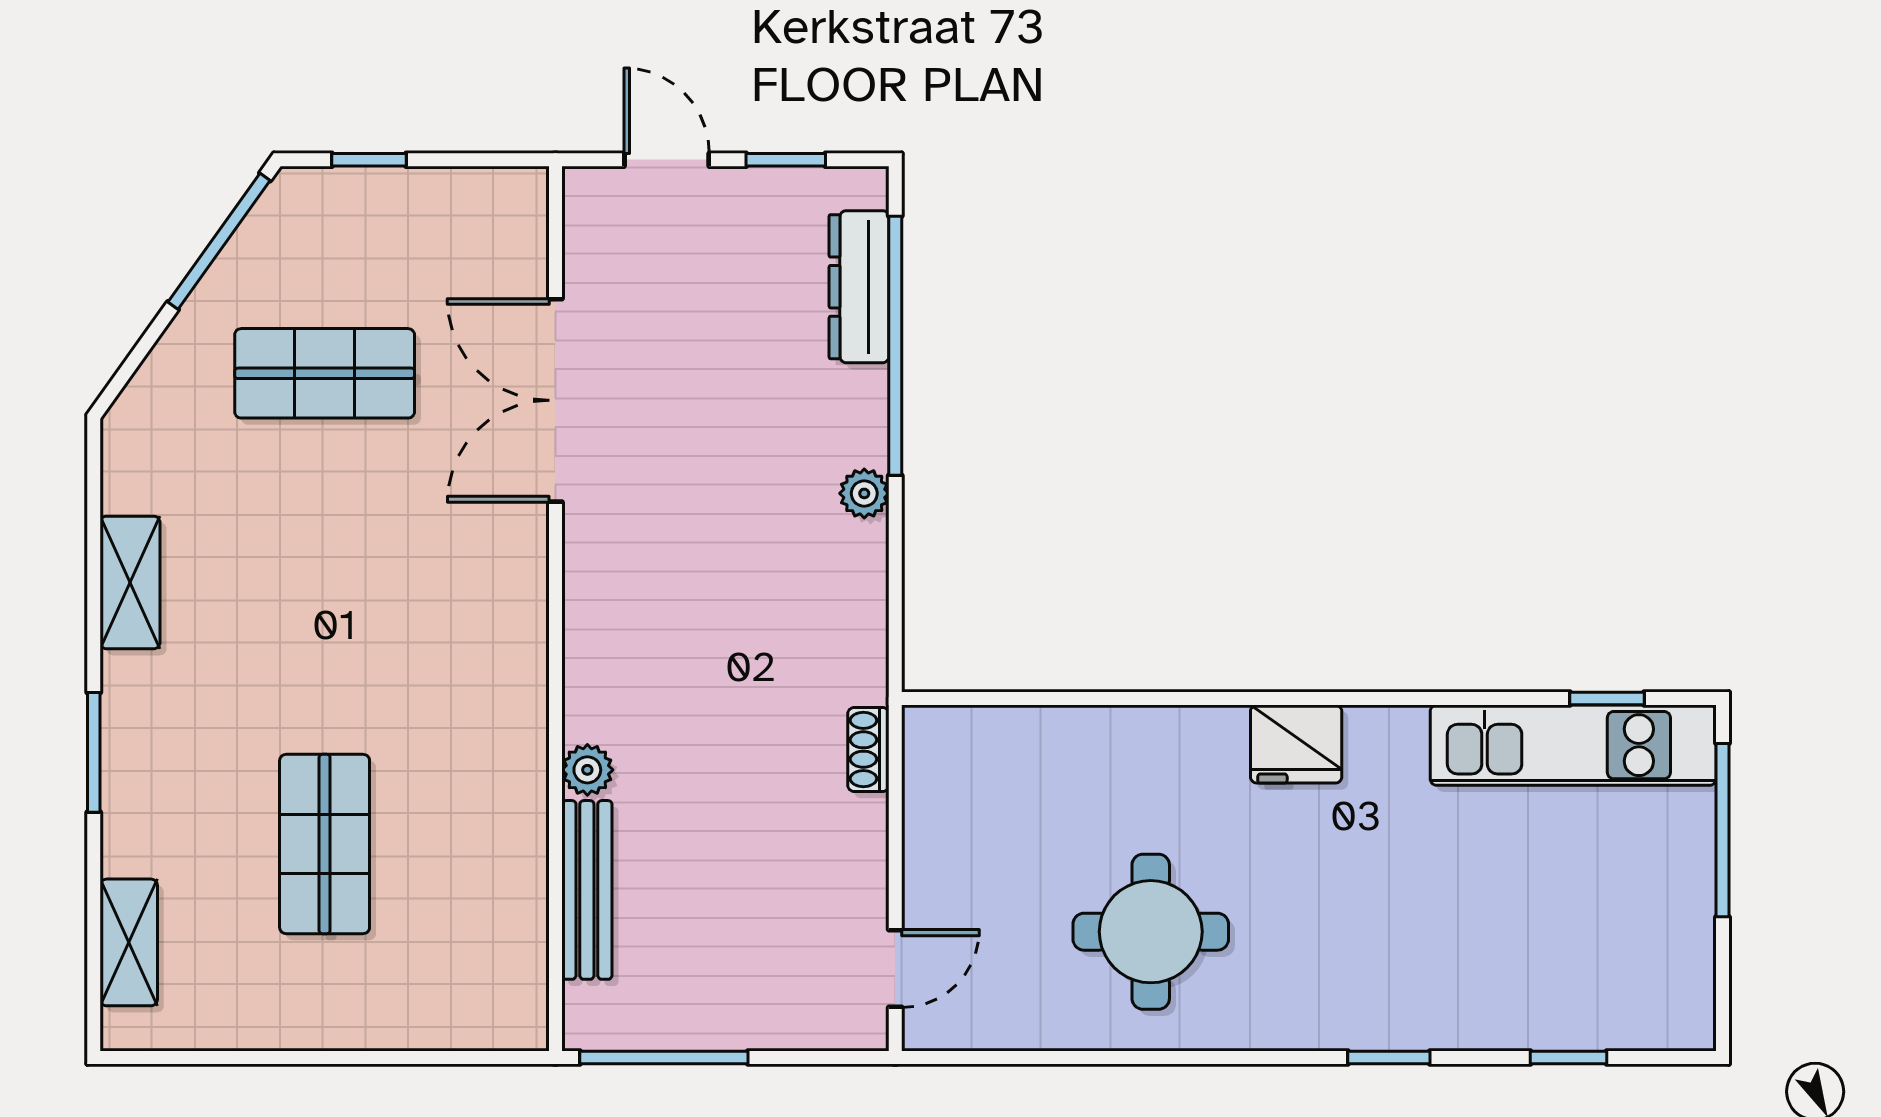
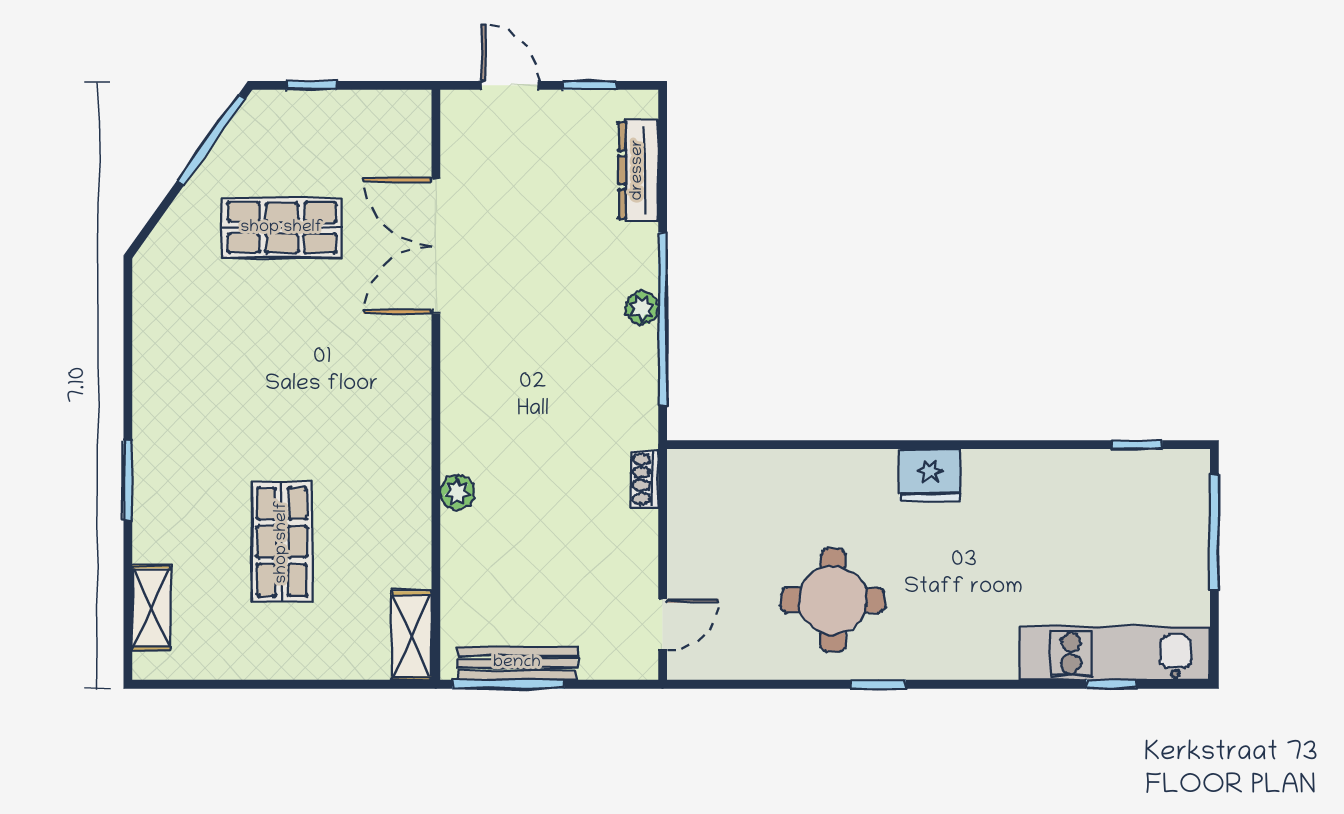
window: (895, 346) -> (663, 319), moved
shelving: (130, 582) -> (412, 636), moved
kitchen unit: (1573, 745) -> (1115, 653), moved, turned 180
bench: (587, 890) -> (517, 663), moved, turned 90
window: (1389, 1058) -> (878, 684), moved

